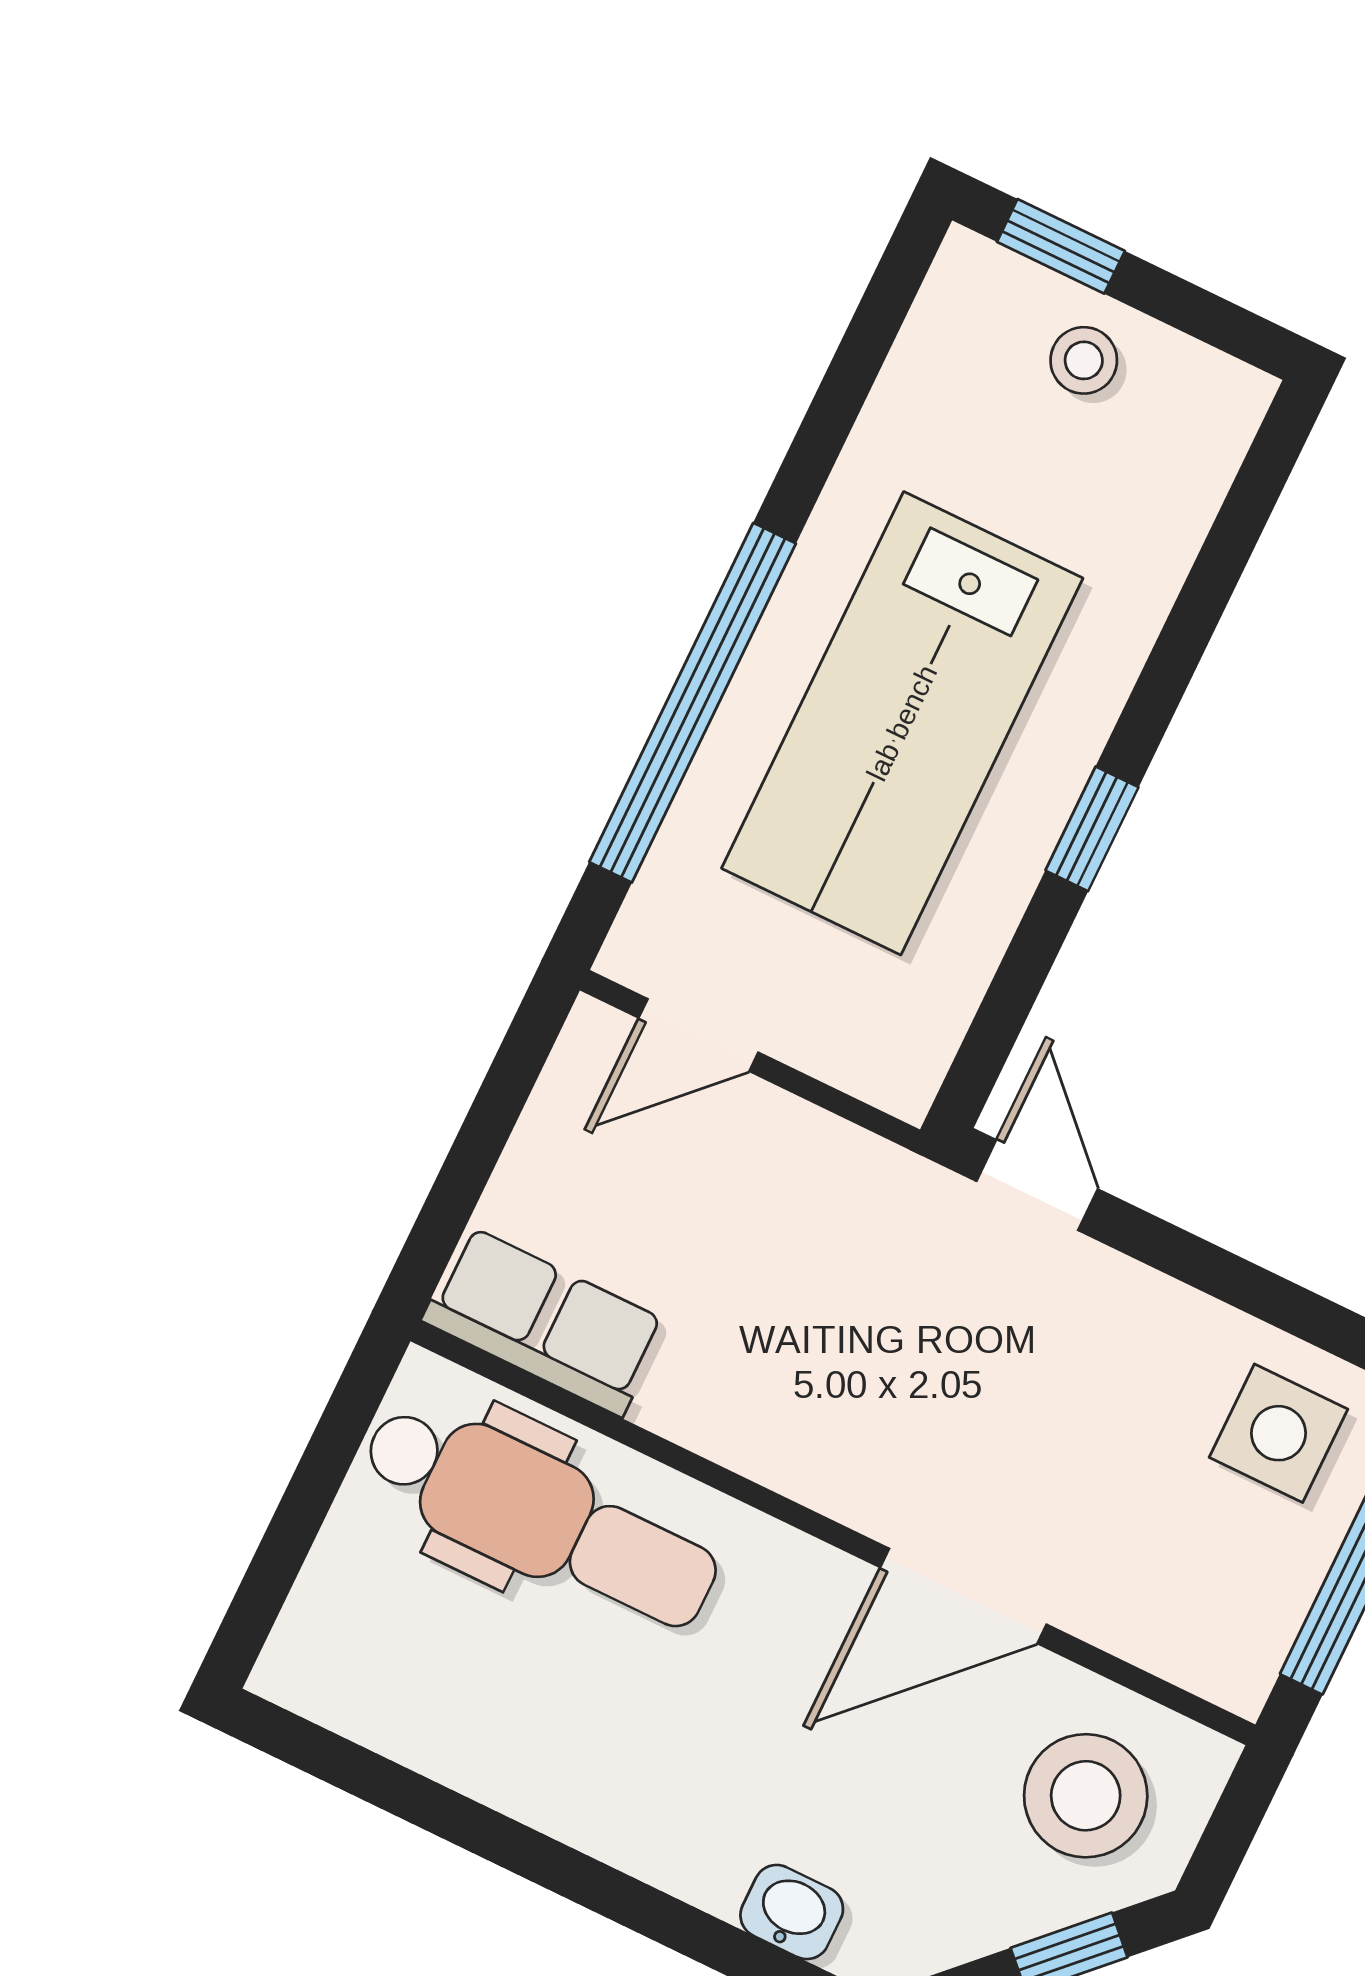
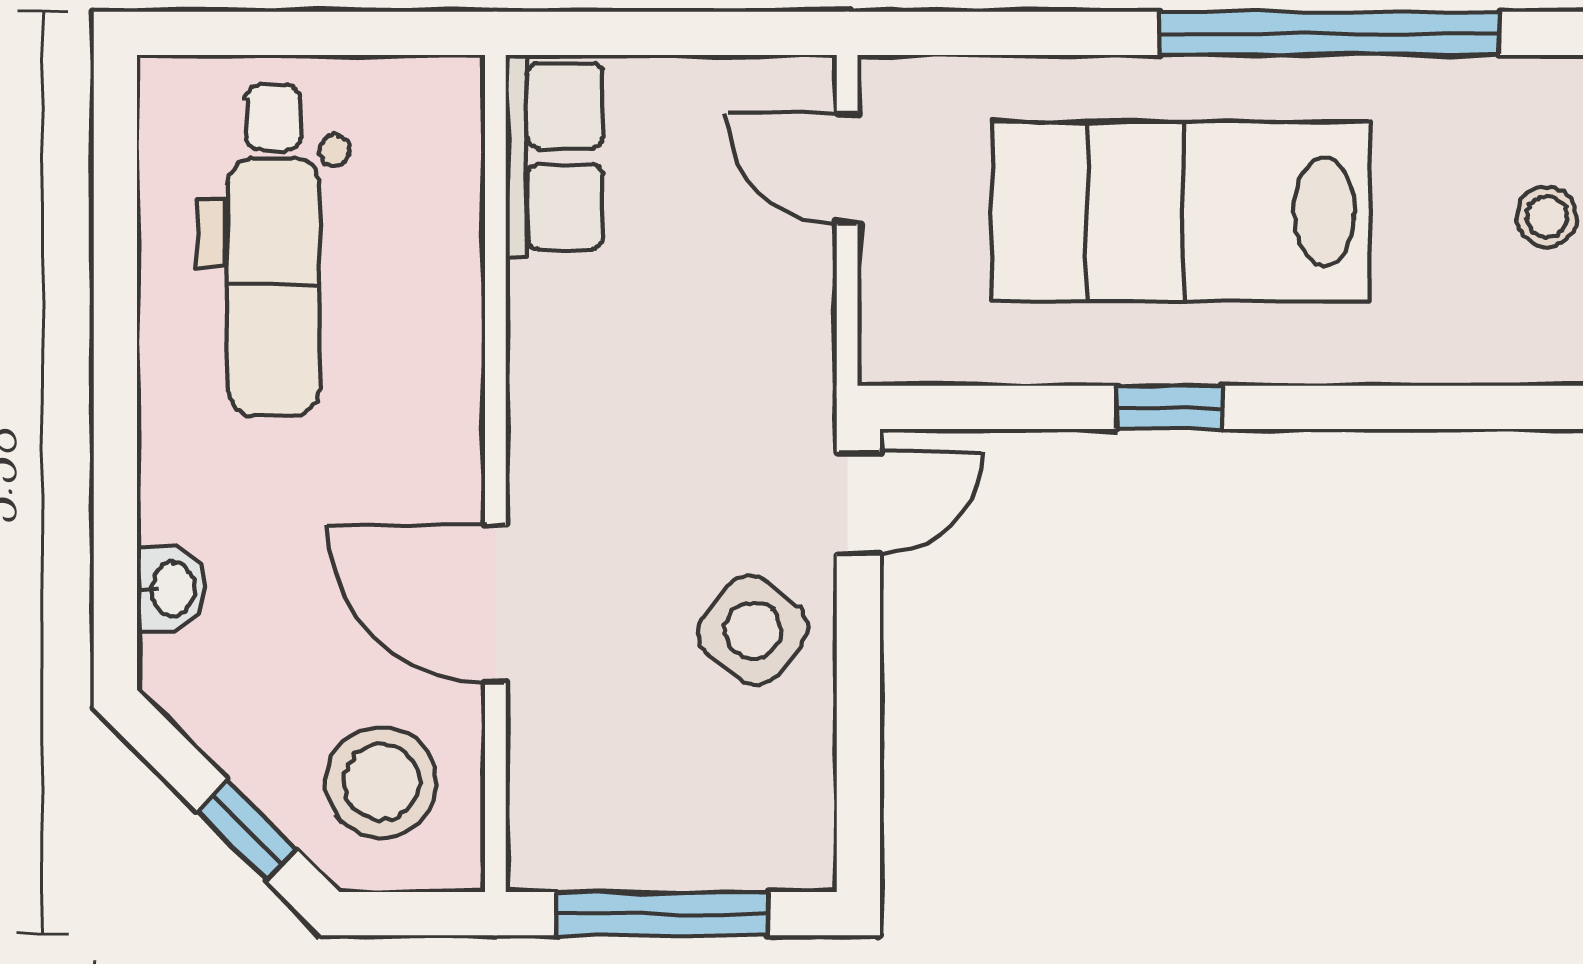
window: (693, 703) -> (1330, 33), moved
side table: (1278, 1433) -> (753, 630), moved, turned 38
dental chair: (540, 1516) -> (273, 250), moved

